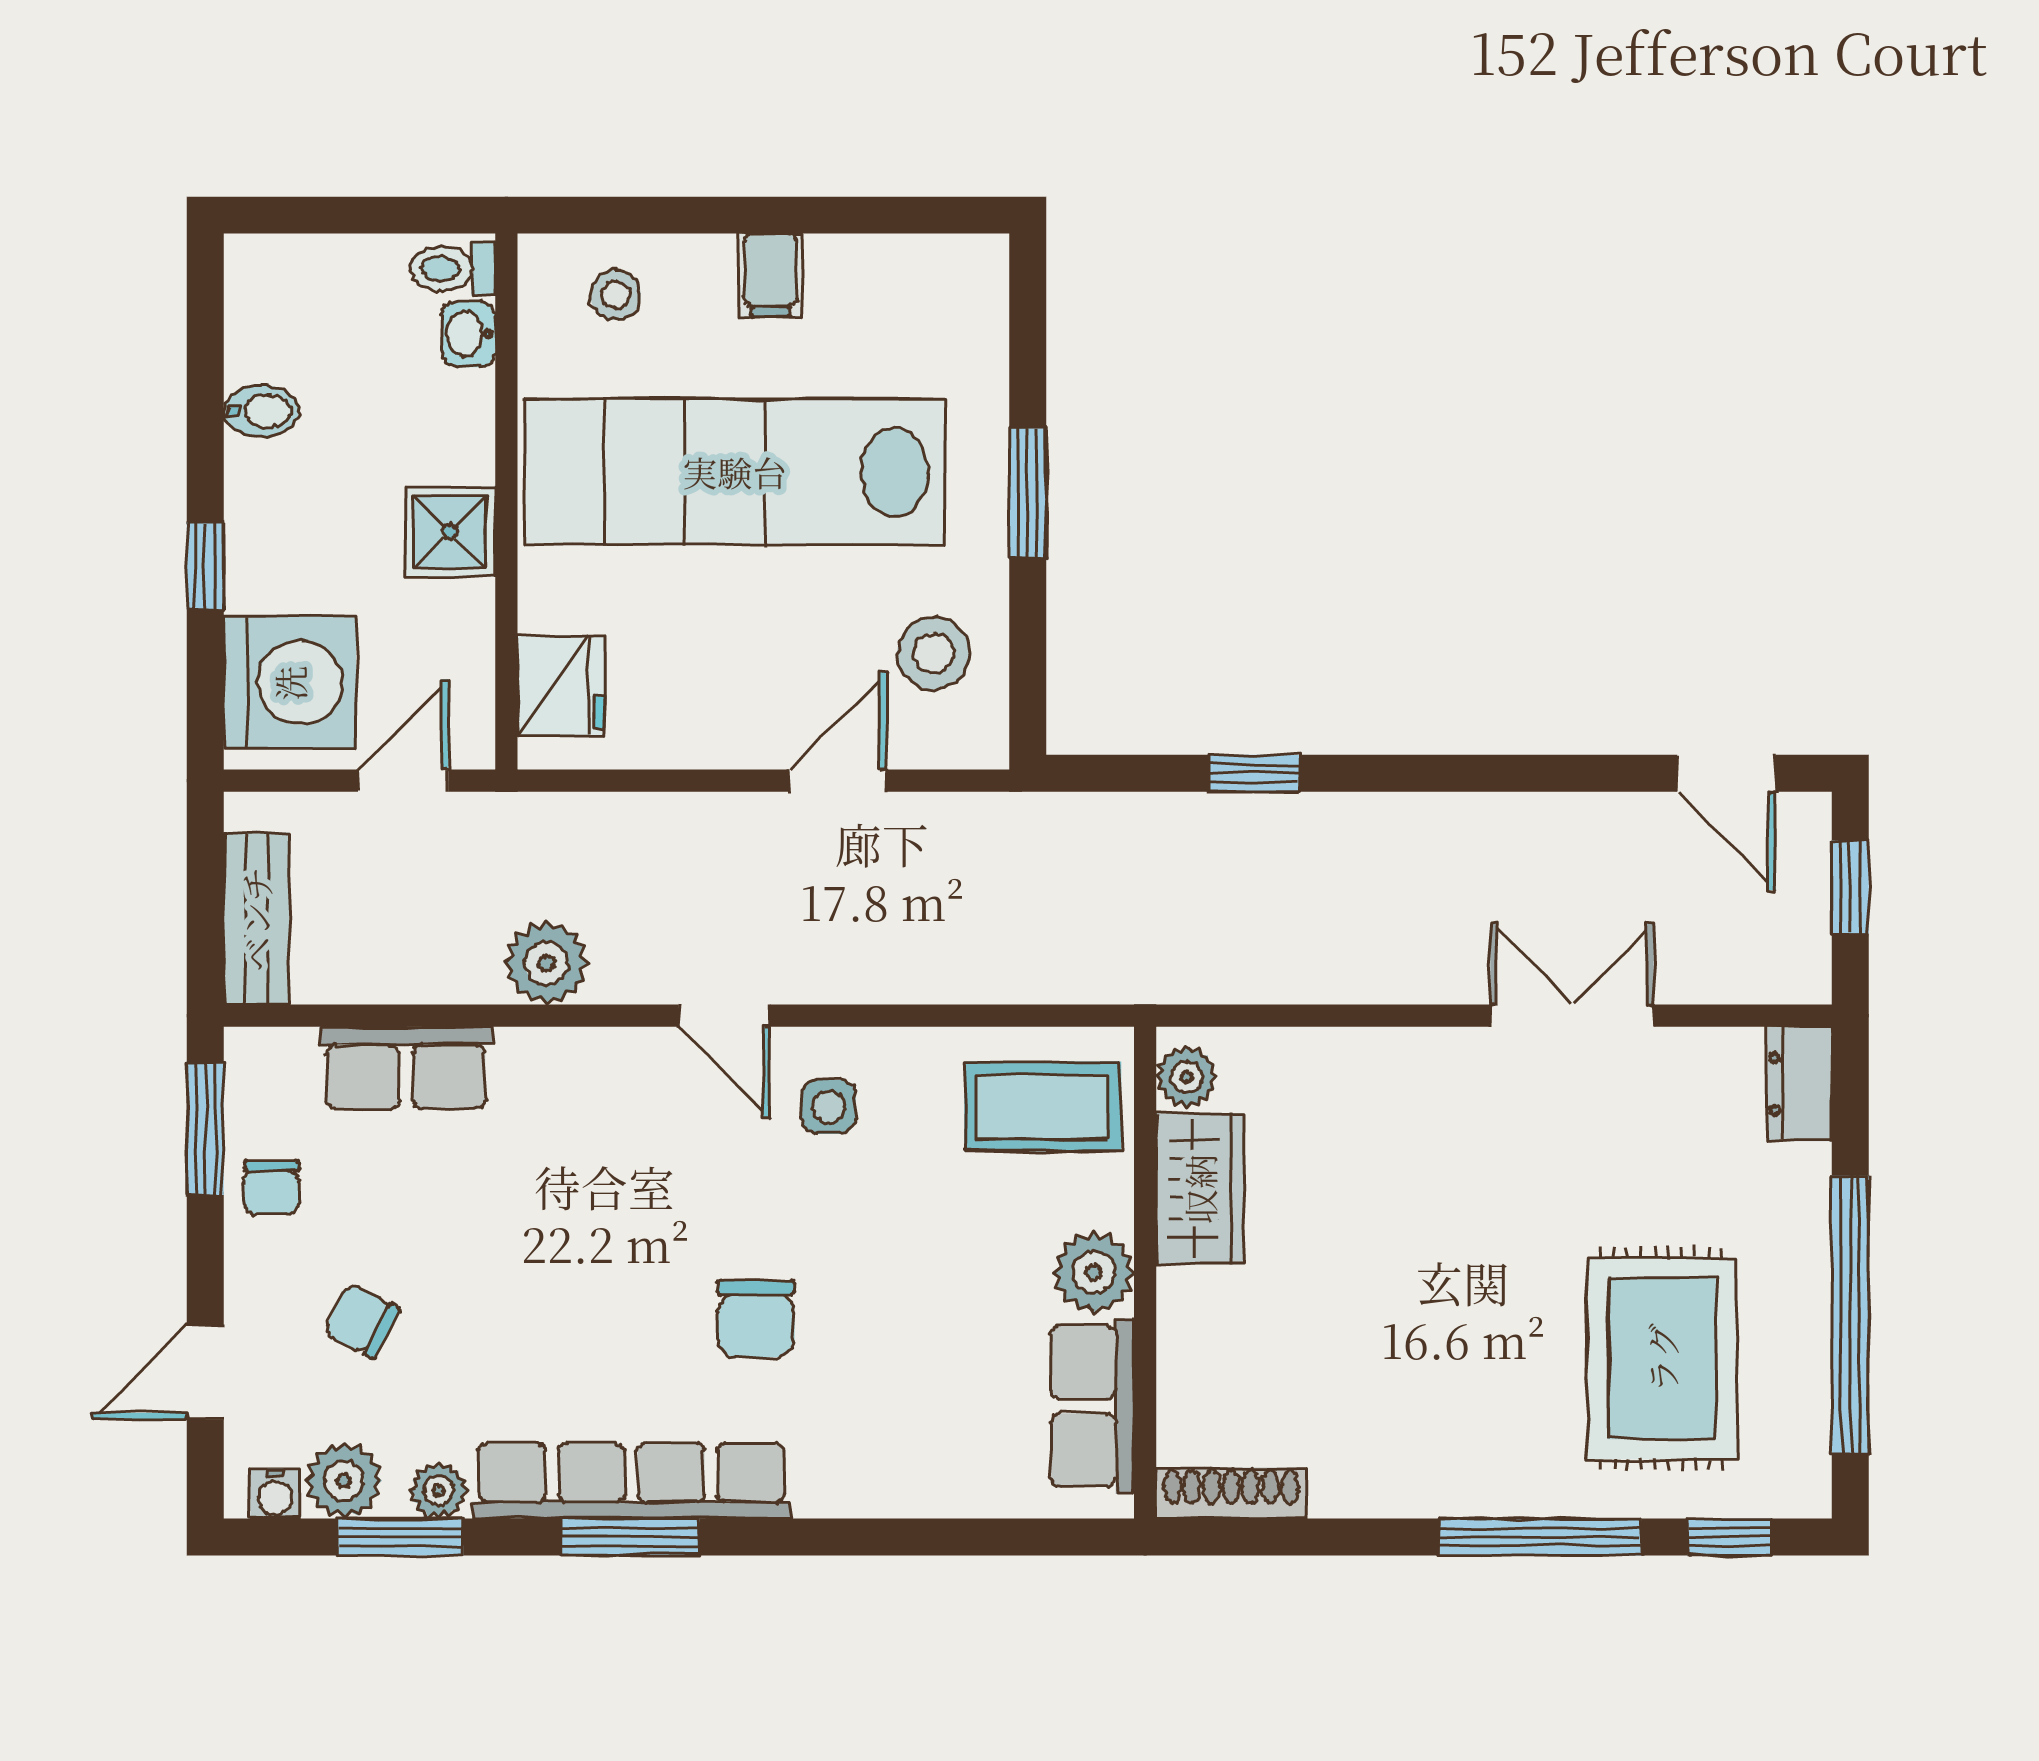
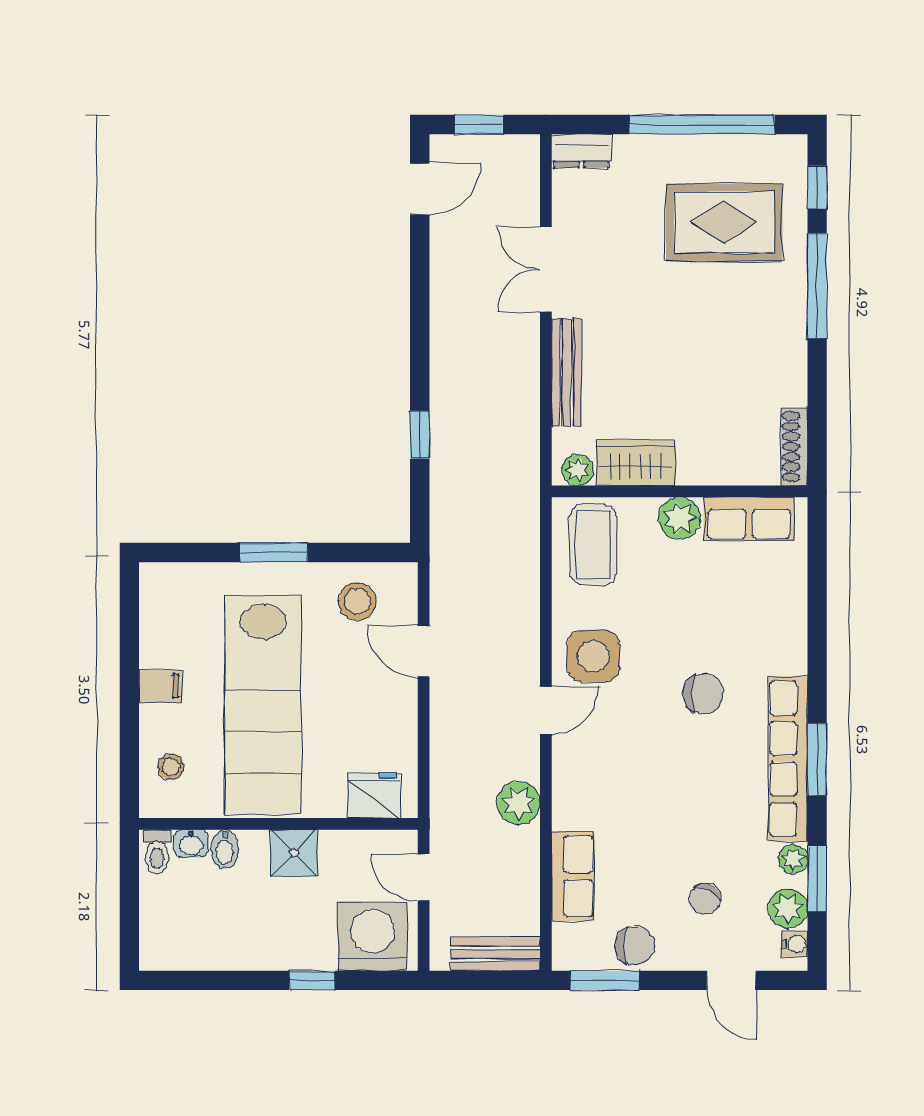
bidet: (261, 411) -> (225, 849), moved, turned 180
bench: (1374, 1055) -> (567, 372), added
side table: (829, 1107) -> (593, 656), width x1.87, depth x1.87
chair: (272, 1187) -> (635, 946), width x1.37, depth x1.37

